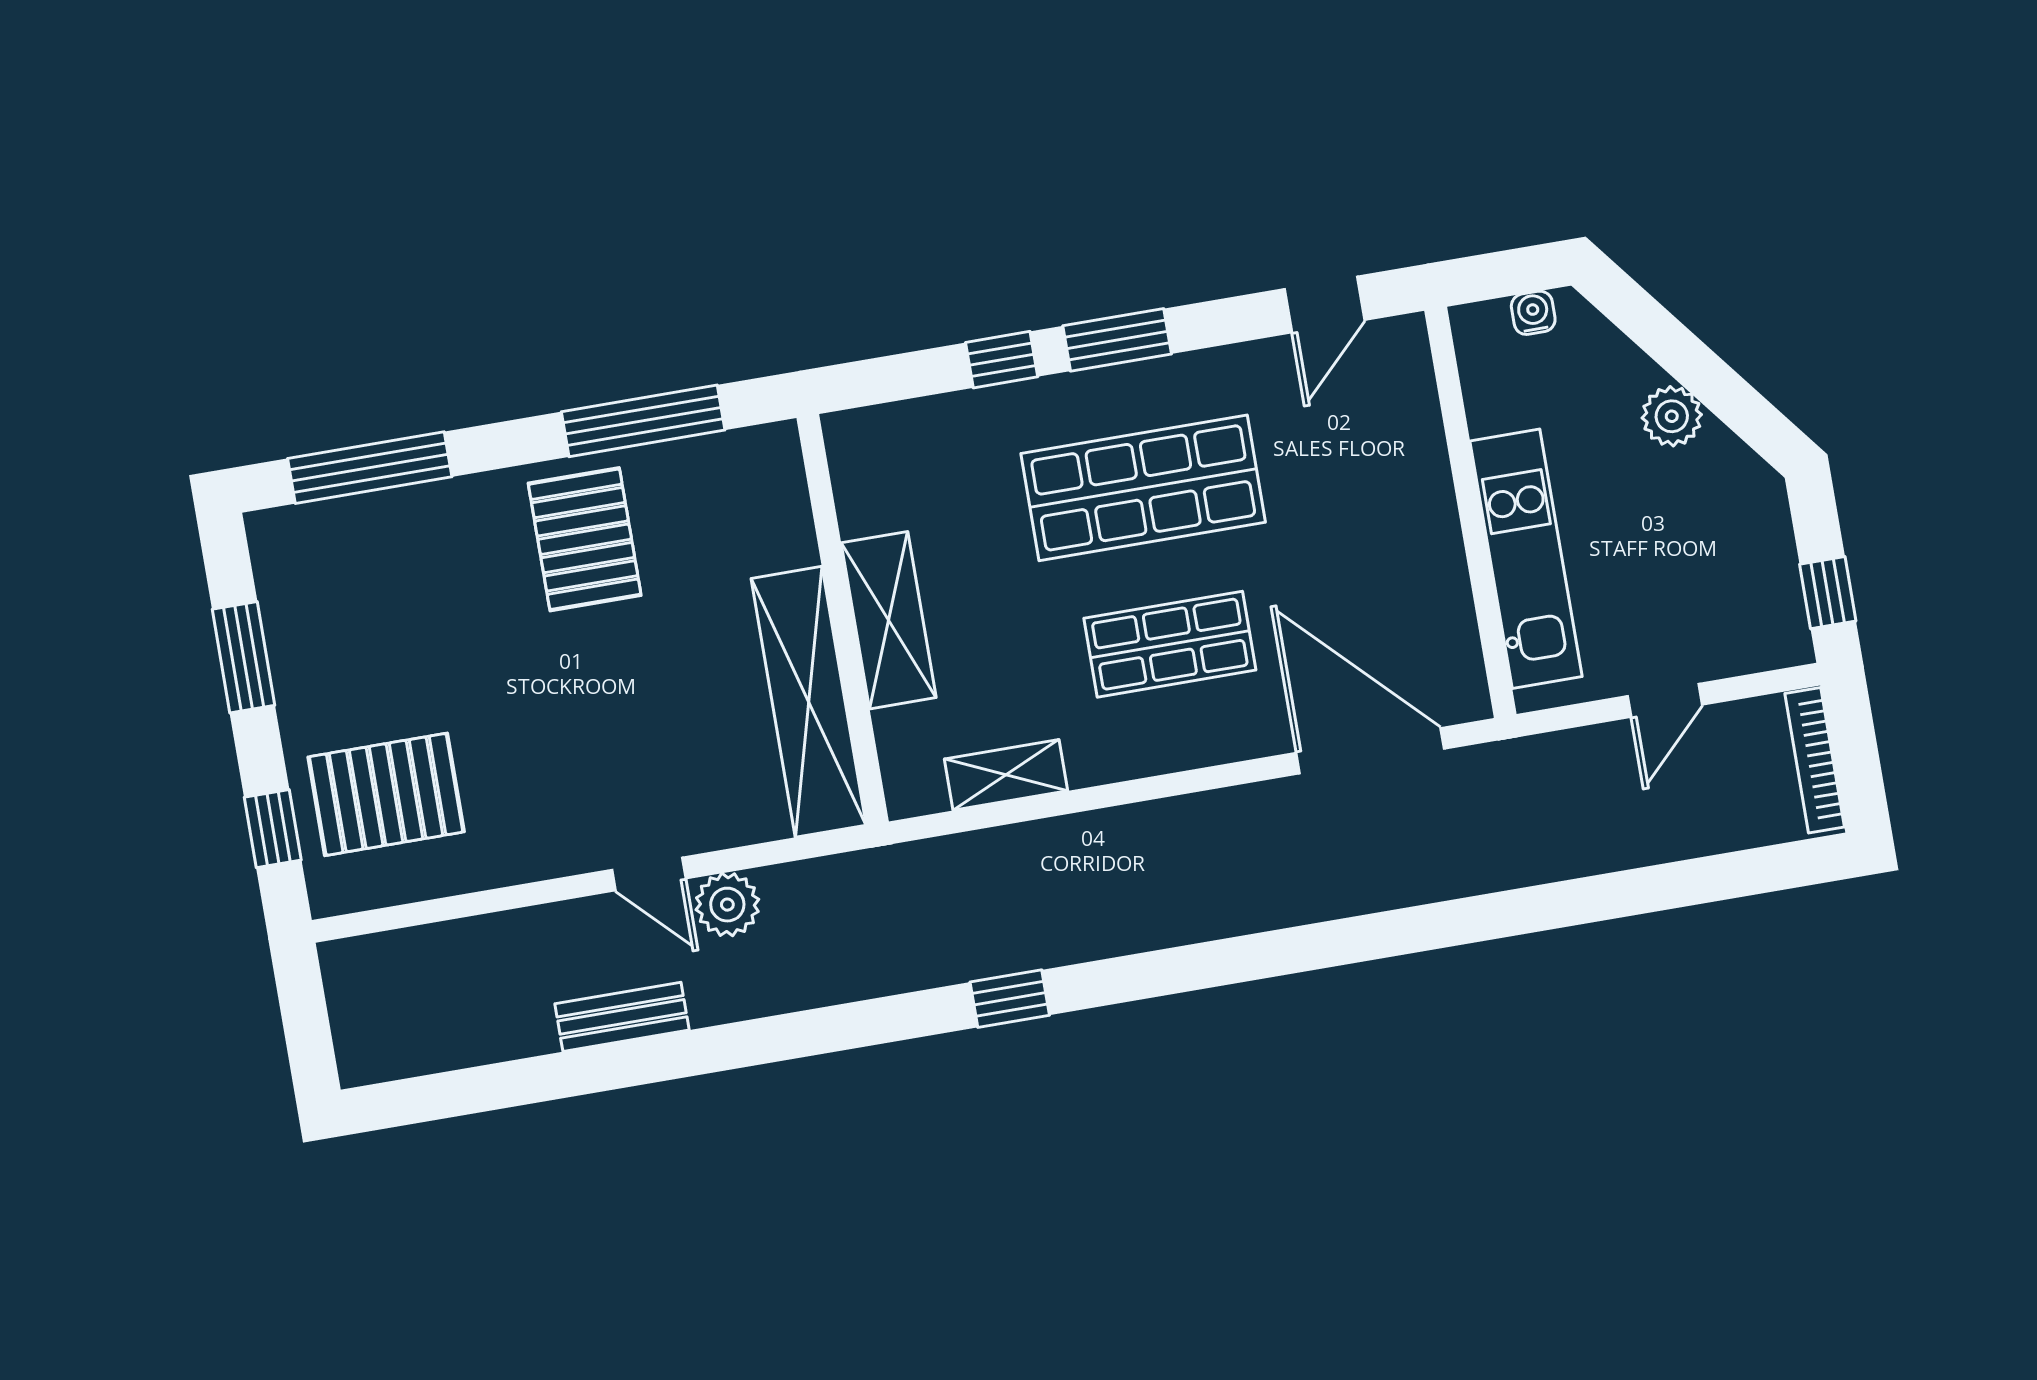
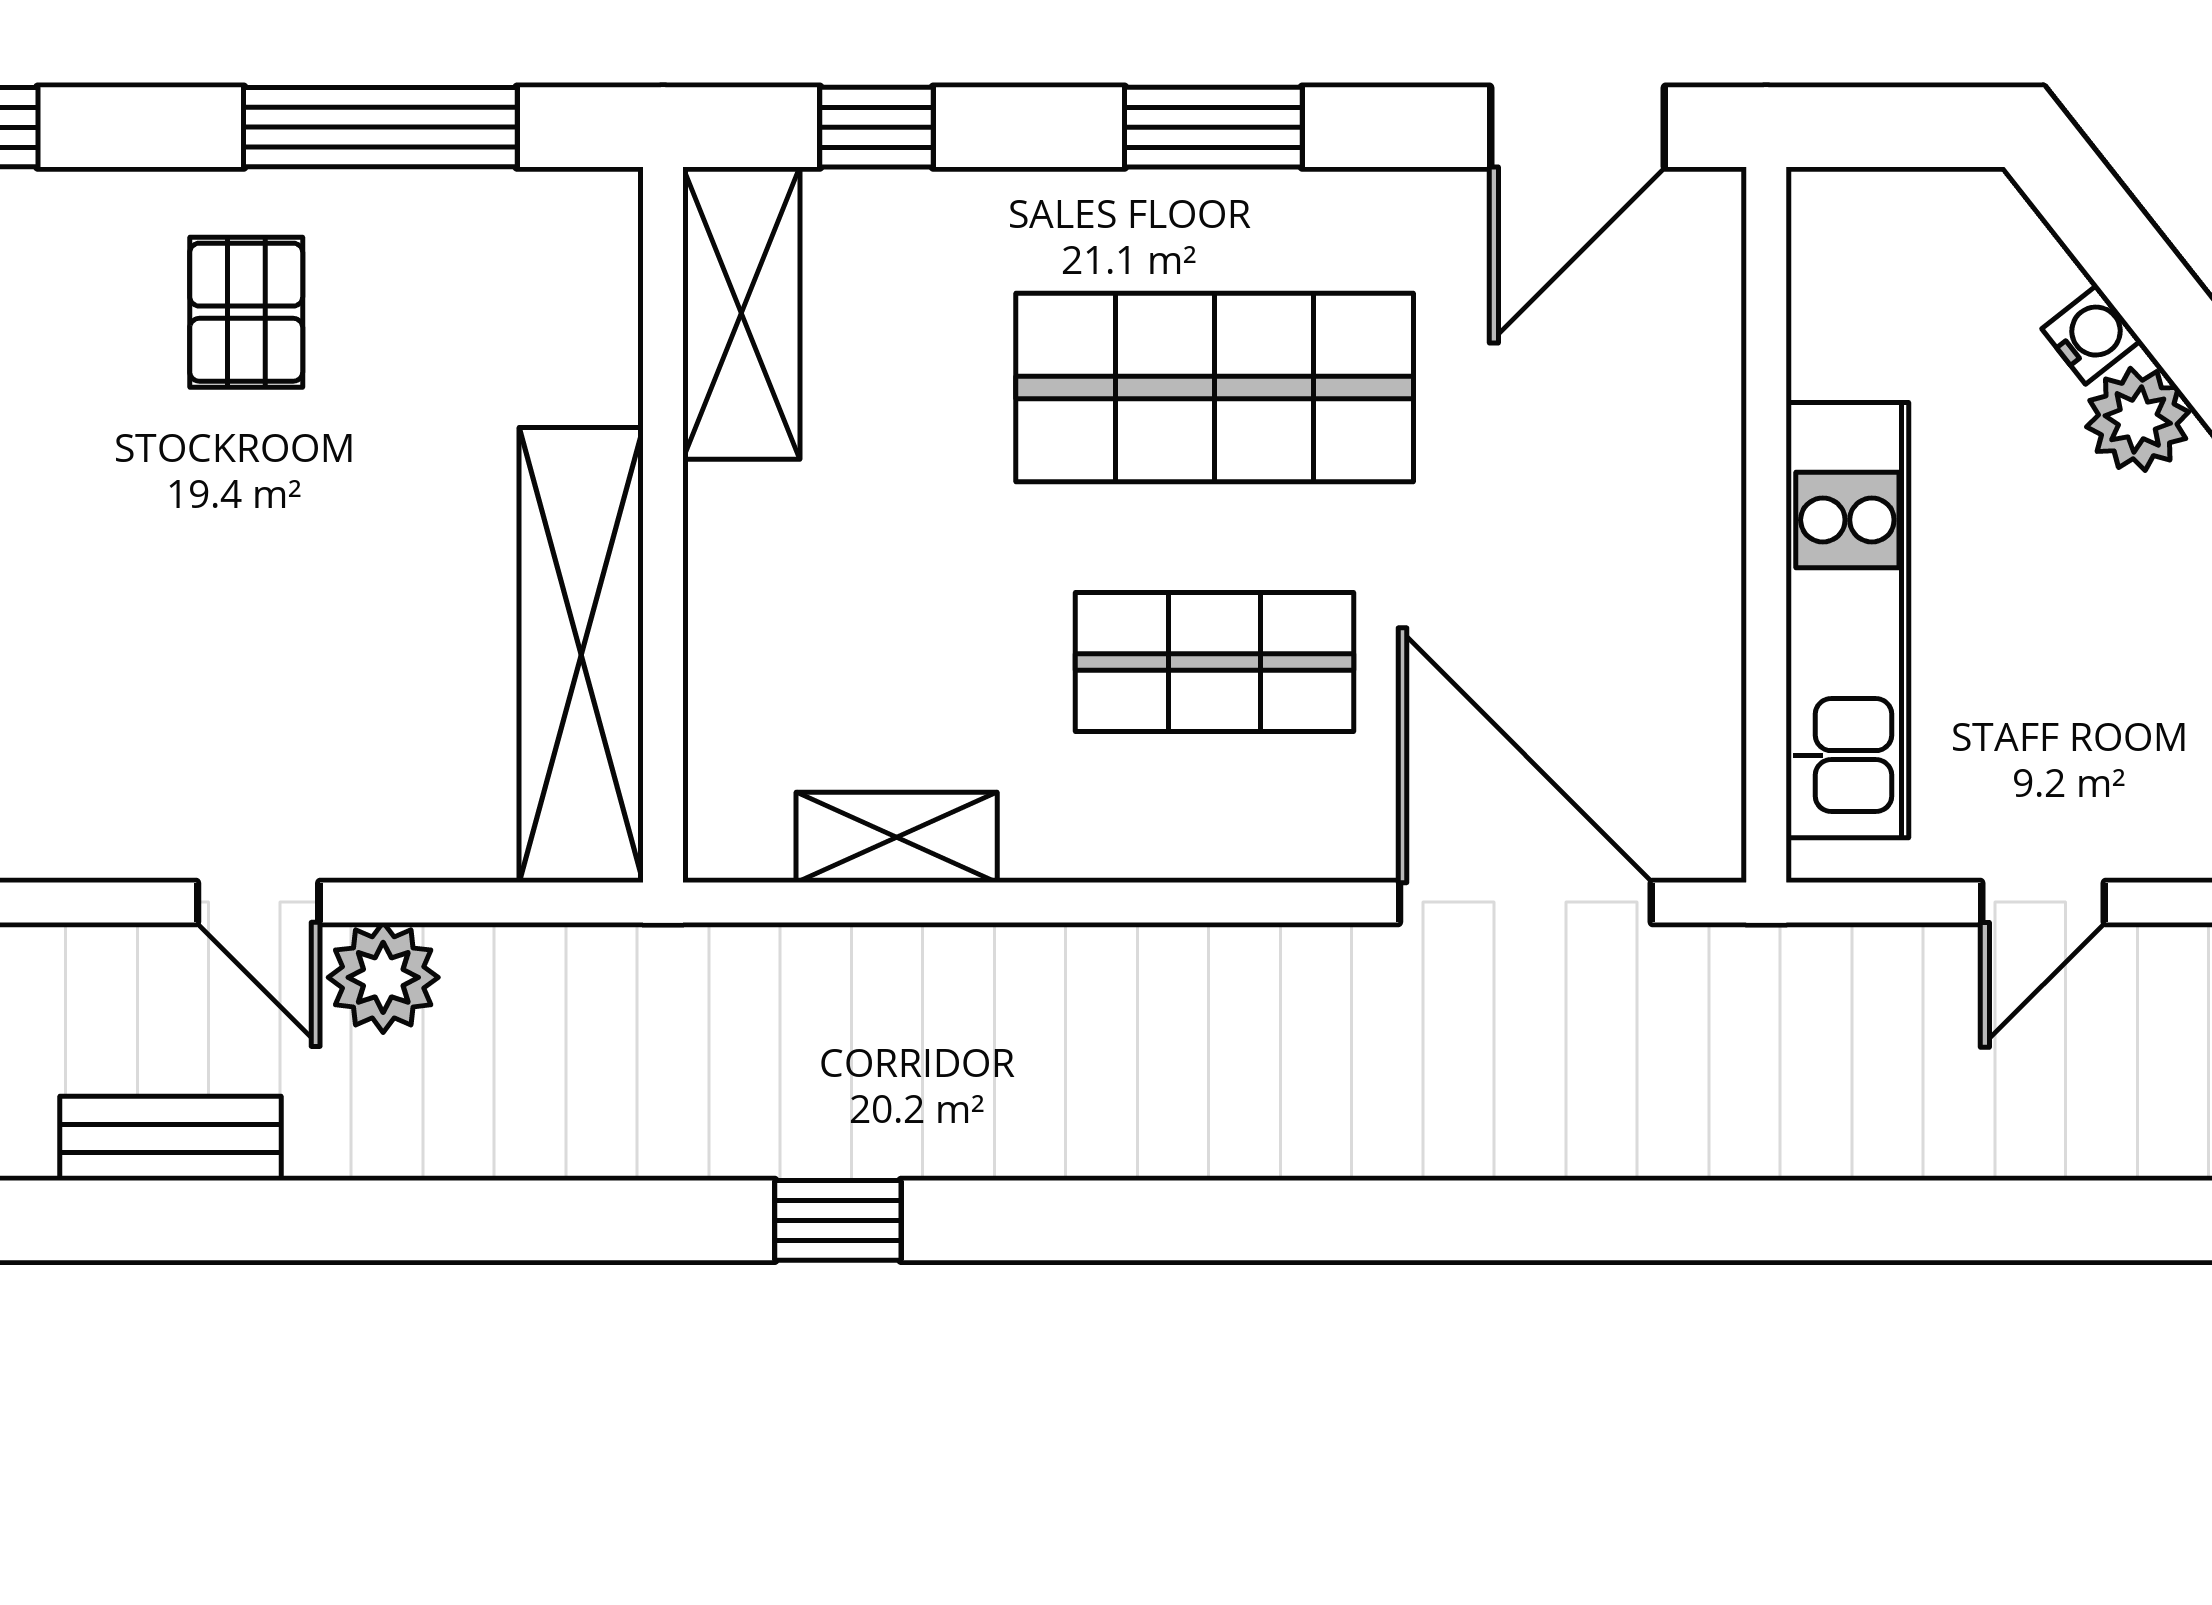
door: (1324, 304) -> (1577, 127), width x1.38
water cooler: (1533, 313) -> (2092, 335), moved, turned 52
window: (1002, 360) -> (876, 127), moved
pallet: (585, 539) -> (246, 312), width x0.67, depth x0.71
shelving: (889, 620) -> (741, 313), moved

